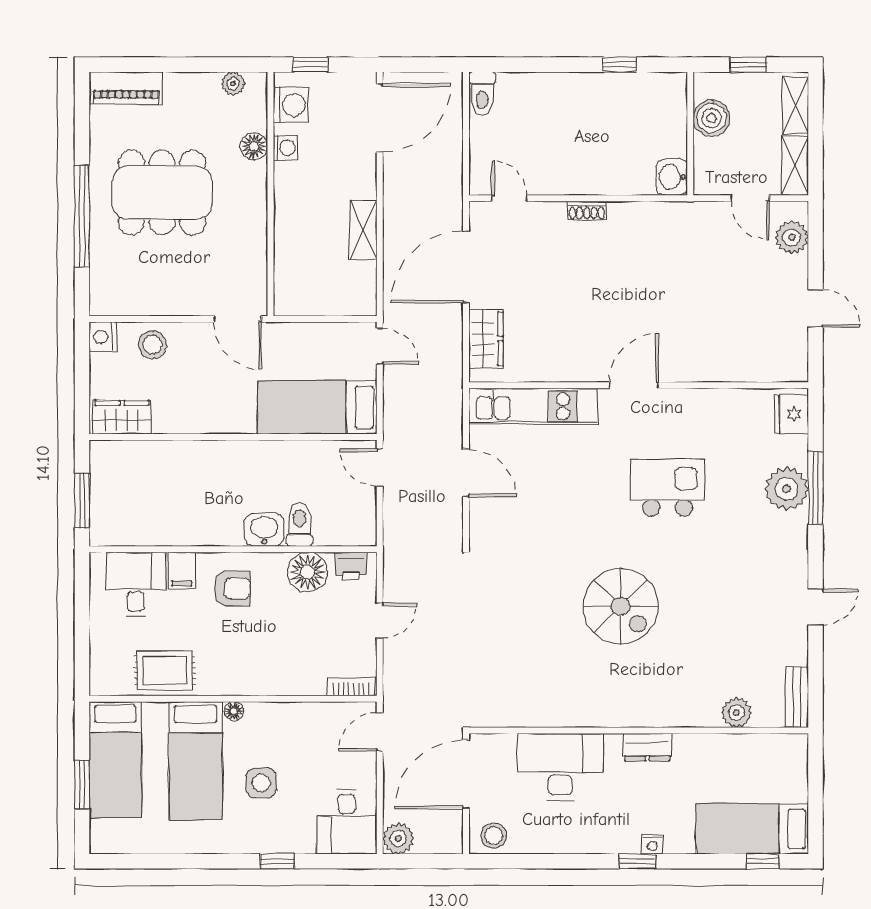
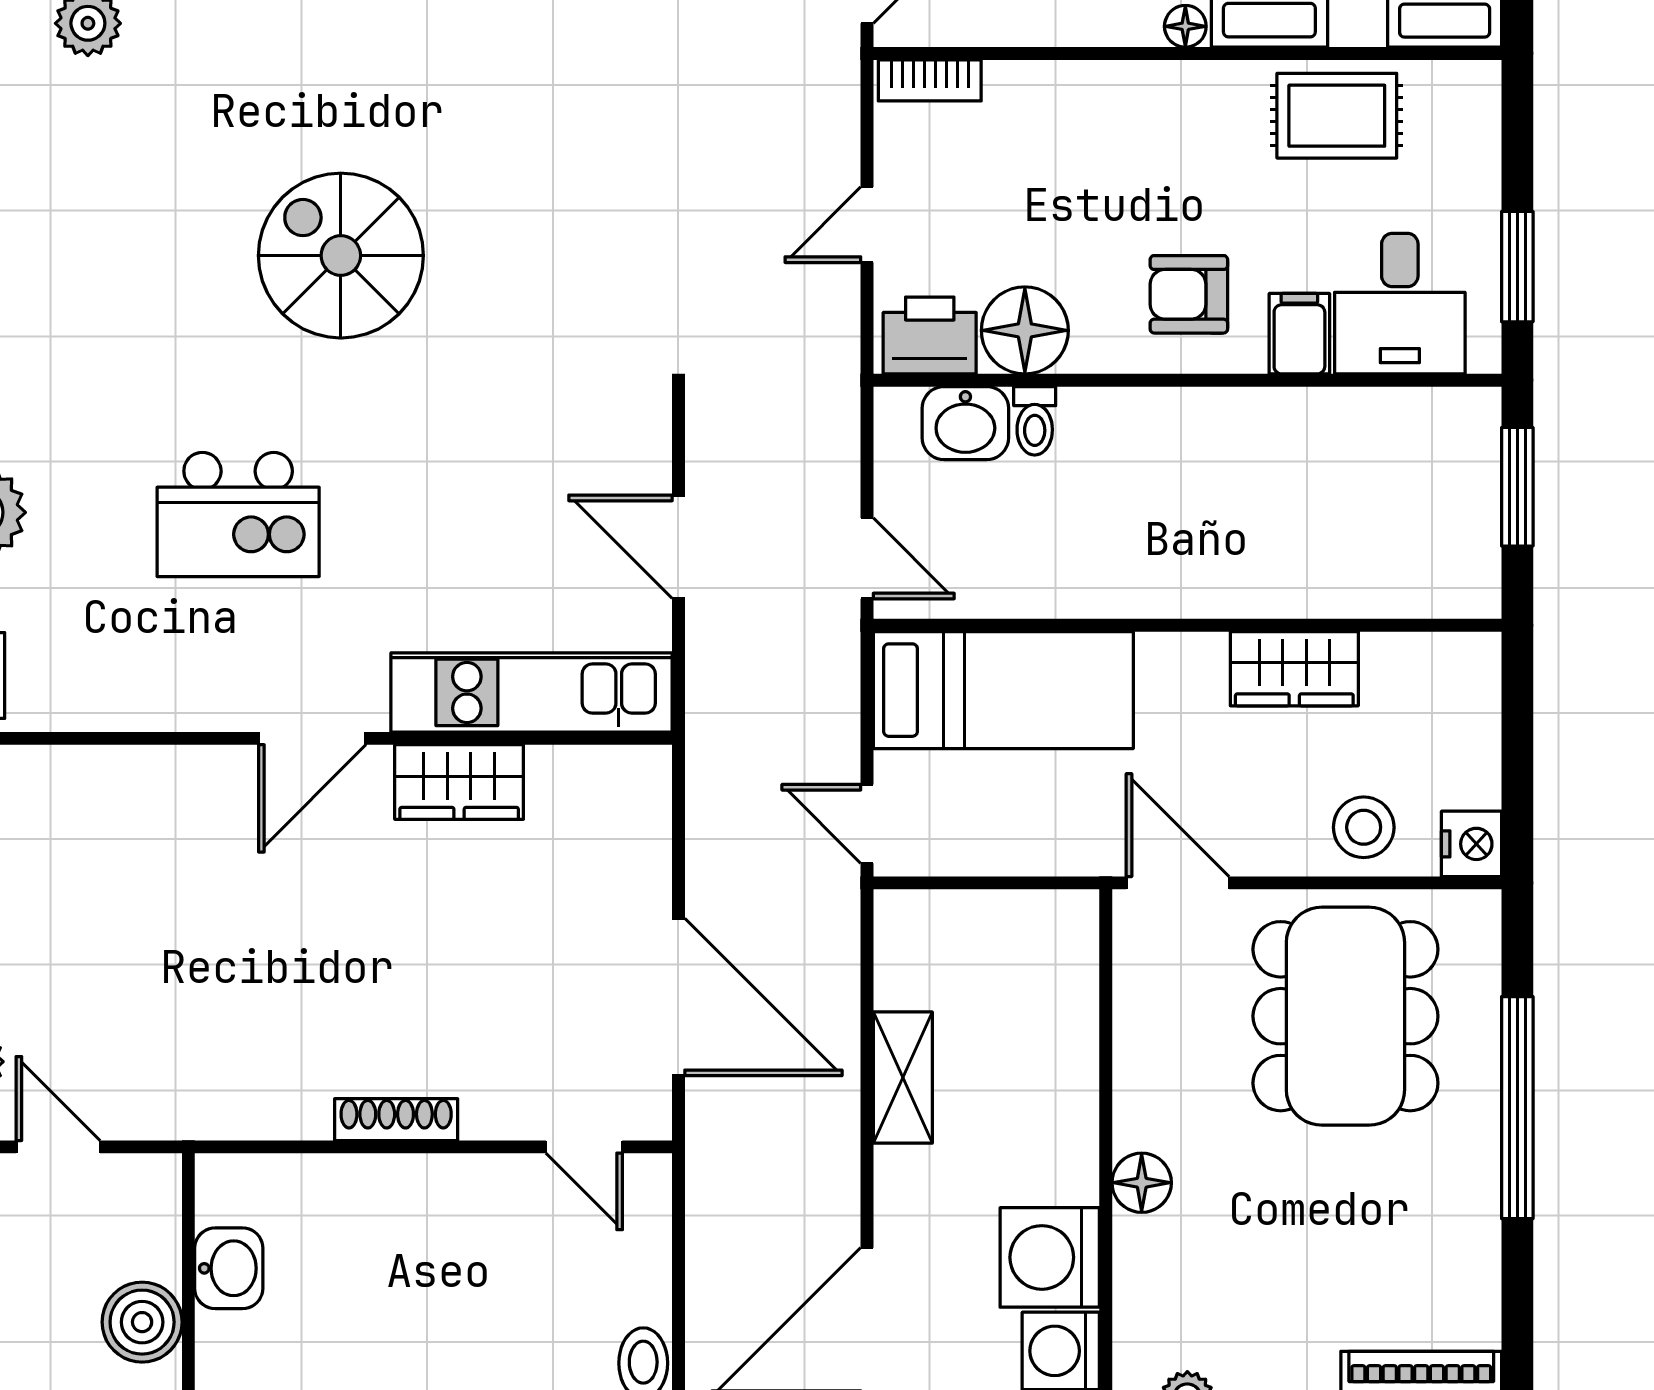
floor lamp: (254, 146) -> (1142, 1183), moved
washing machine: (285, 148) -> (1050, 1257), width x1.89, depth x1.89
washbasin: (672, 177) -> (229, 1268), moved
dining table: (162, 193) -> (1345, 1016), moved, turned 90
shoe rack: (587, 211) -> (396, 1120), width x1.43
door: (466, 267) -> (678, 997), hinge flipped
wardrobe: (486, 339) -> (459, 782), moved, turned -90
wardrobe: (122, 417) -> (1294, 669), moved
toilet: (299, 525) -> (1035, 421), width x0.73, depth x0.72
washbasin: (264, 530) -> (965, 423), moved
printer: (351, 566) -> (930, 335), width x1.36, depth x1.24
window: (82, 601) -> (1517, 267), added

